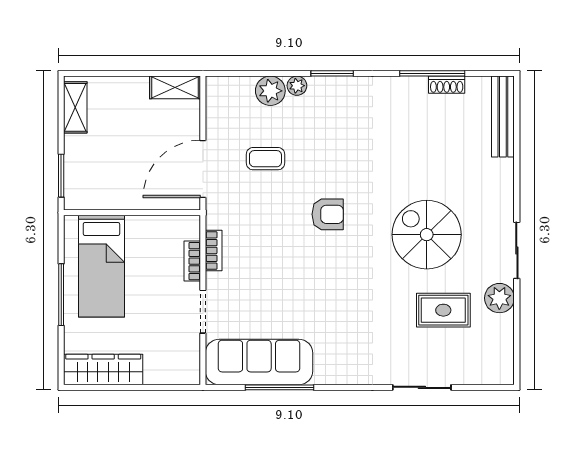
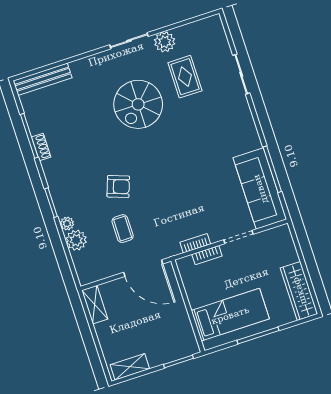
shoe rack: (447, 85) -> (41, 147), moved
armchair: (328, 214) -> (118, 187), moved, turned 110

